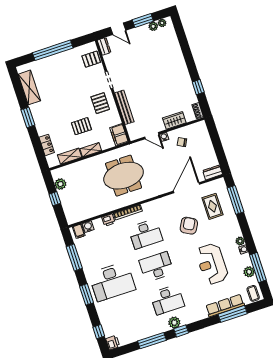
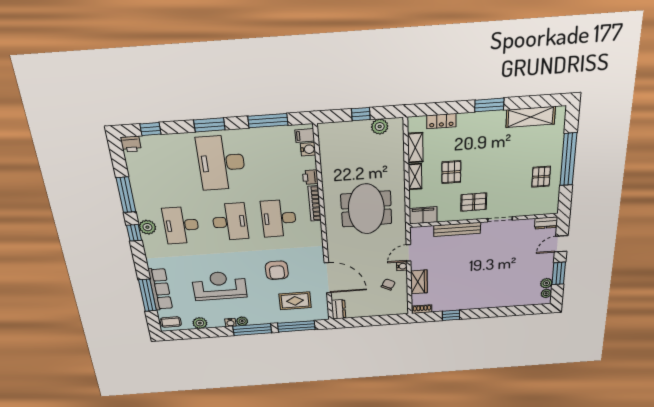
pallet: (91, 59) -> (541, 177), moved
armchair: (189, 226) -> (277, 270), turned 61
window: (258, 267) -> (252, 330), moved

